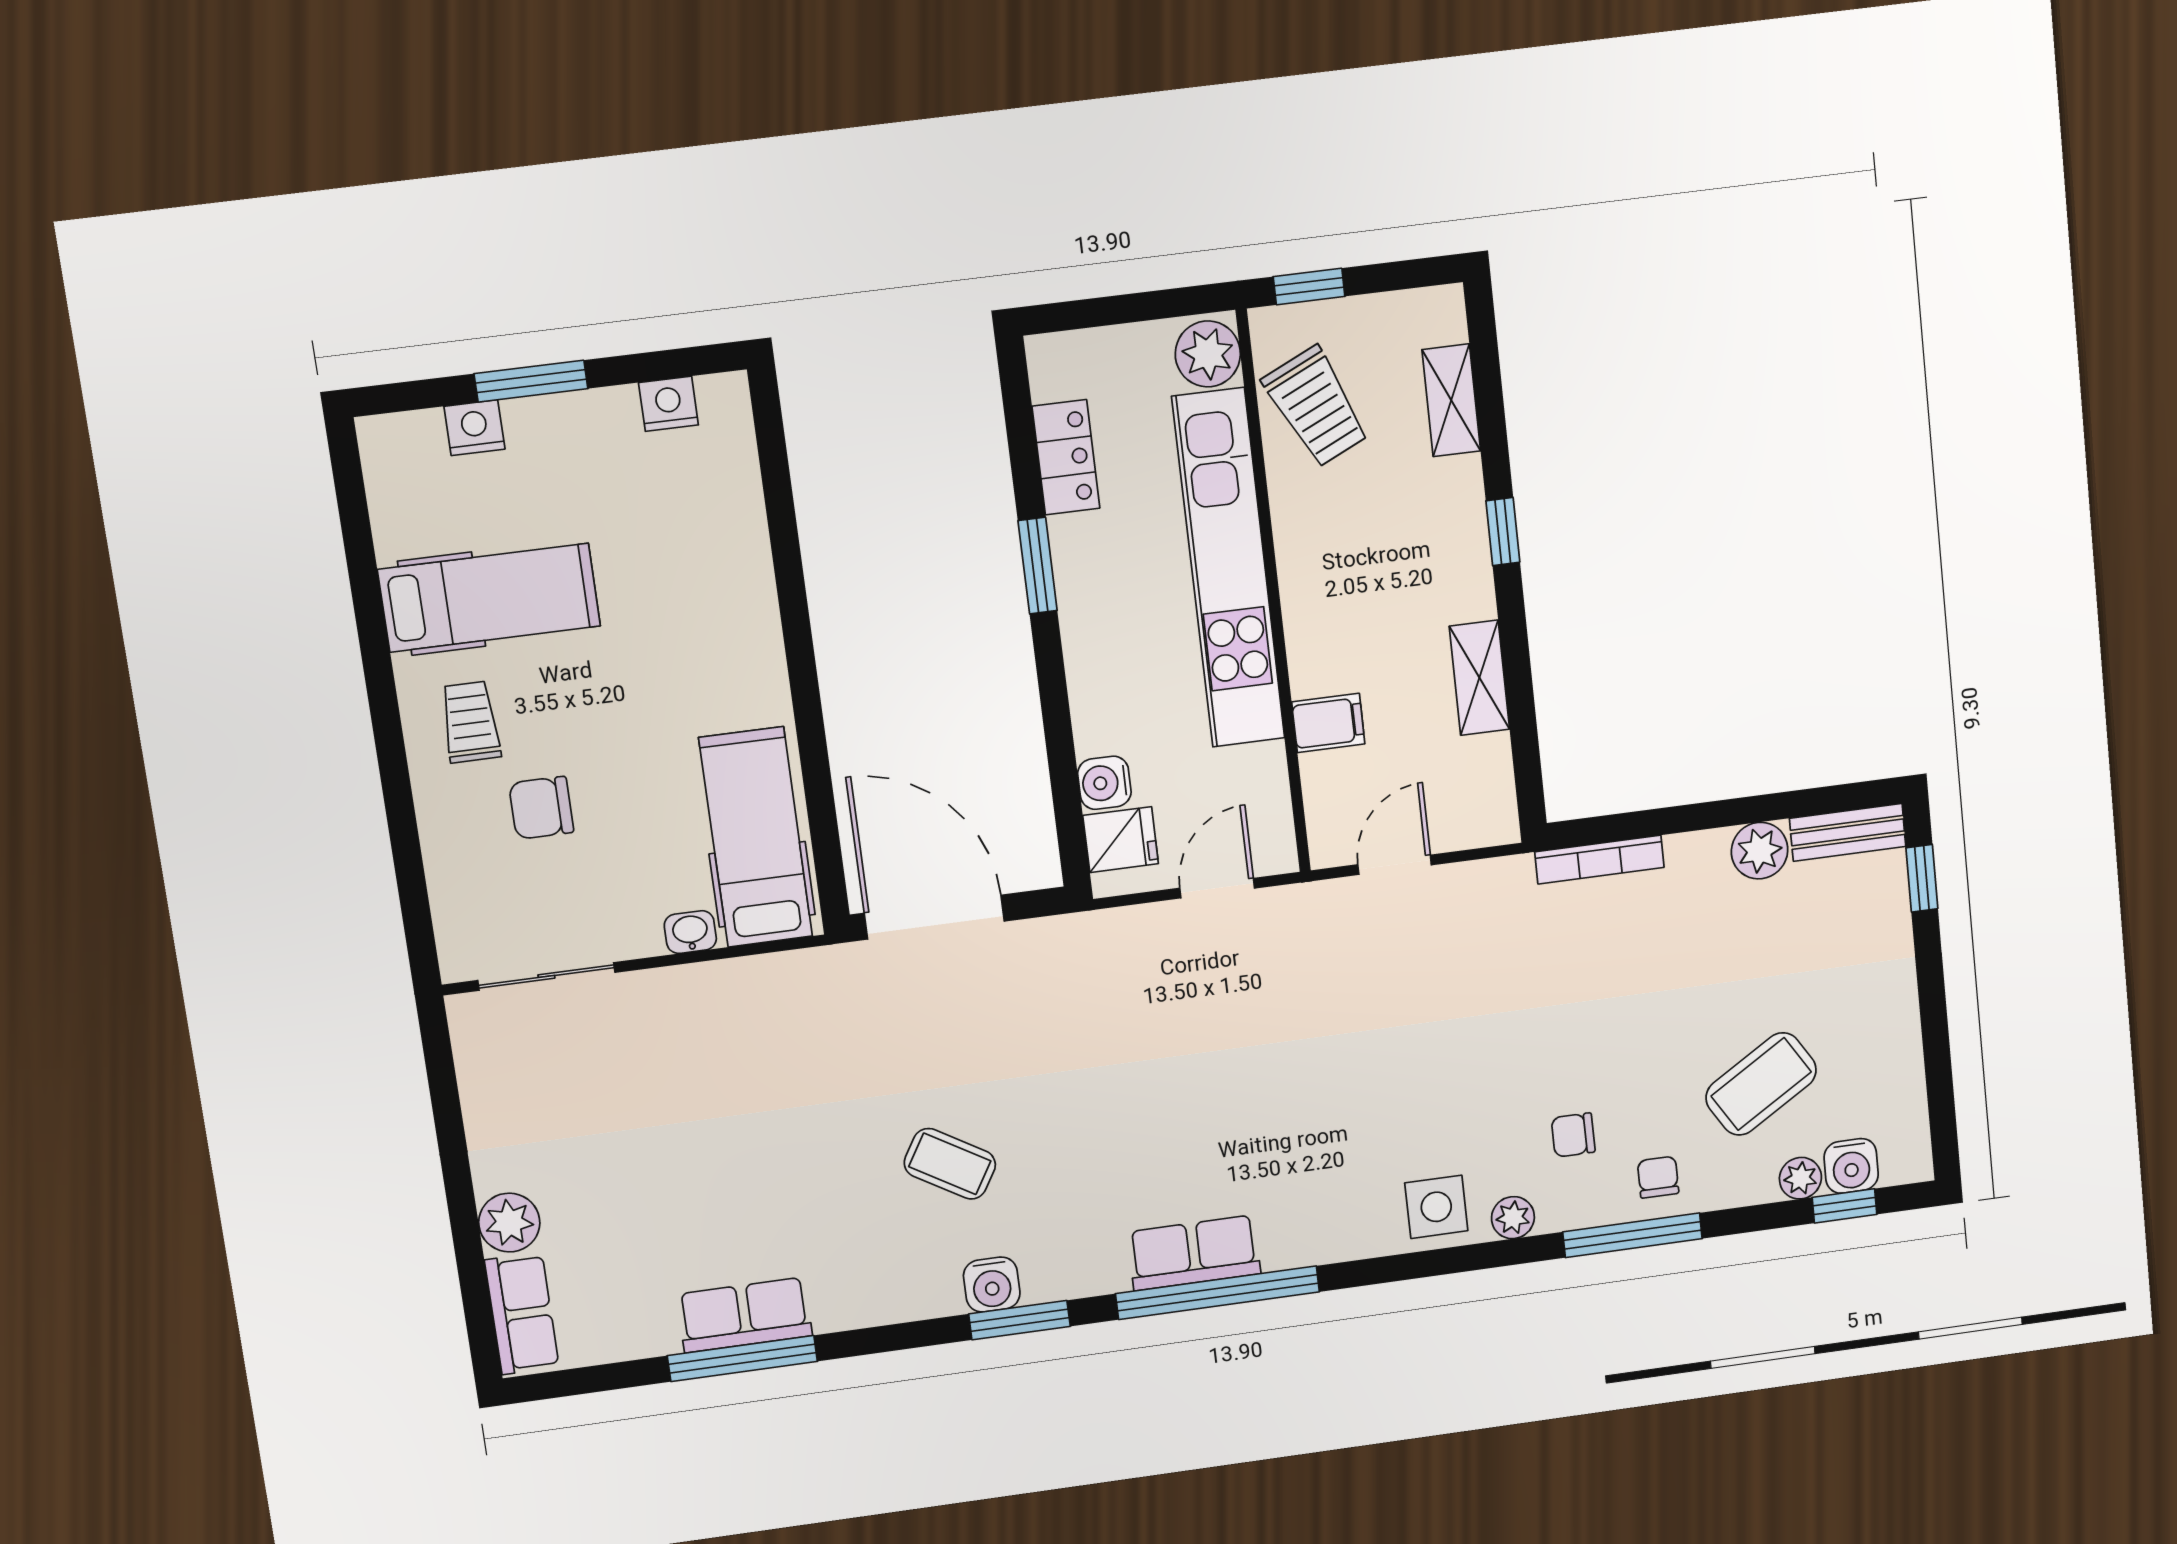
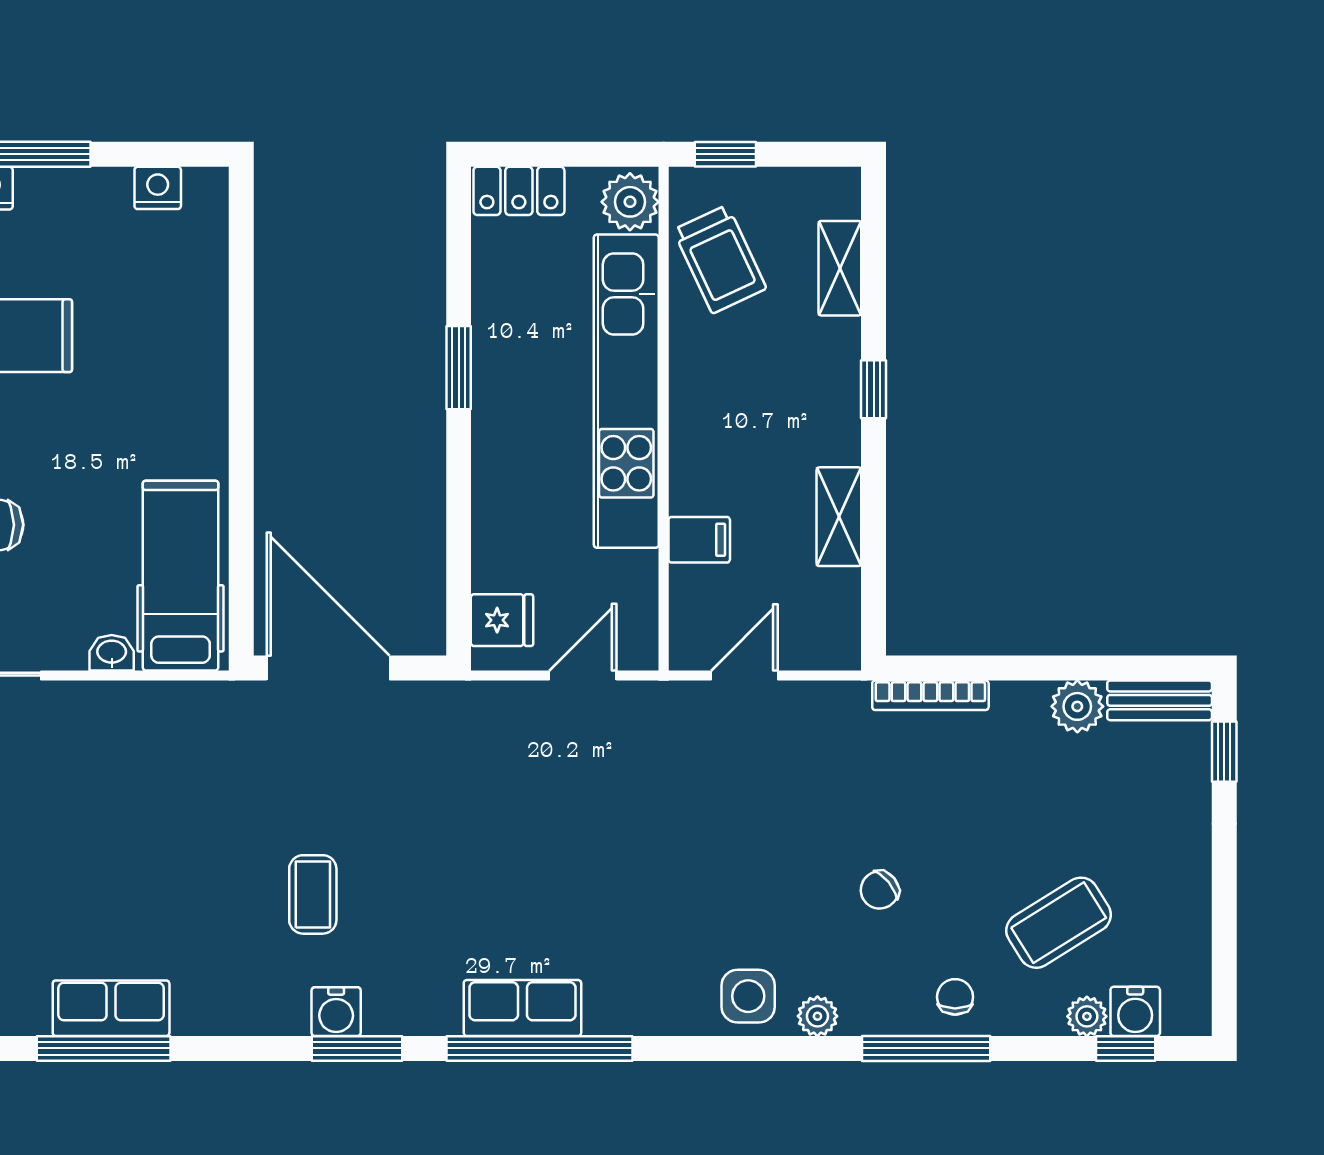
locker: (1066, 457) -> (519, 191), moved, turned 90
water cooler: (1104, 783) -> (494, 567), removed
chair: (1573, 1135) -> (880, 890), moved, turned -39
coffee table: (950, 1164) -> (313, 894), turned 59

